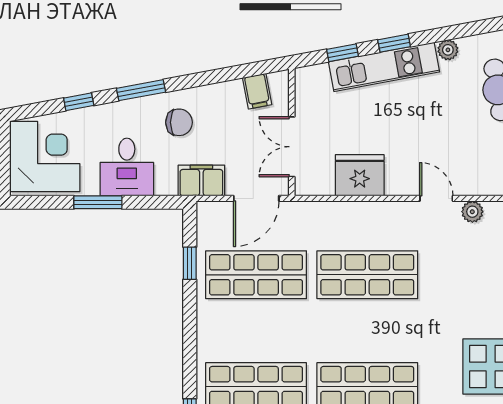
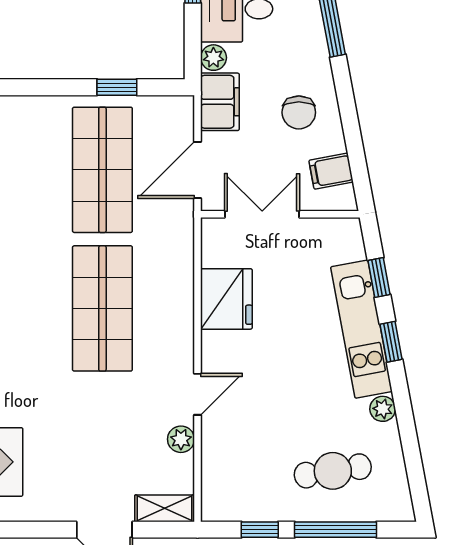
chair: (179, 122) -> (299, 112), moved
plant: (166, 186) -> (213, 58), added
door: (256, 198) -> (198, 170), hinge flipped

